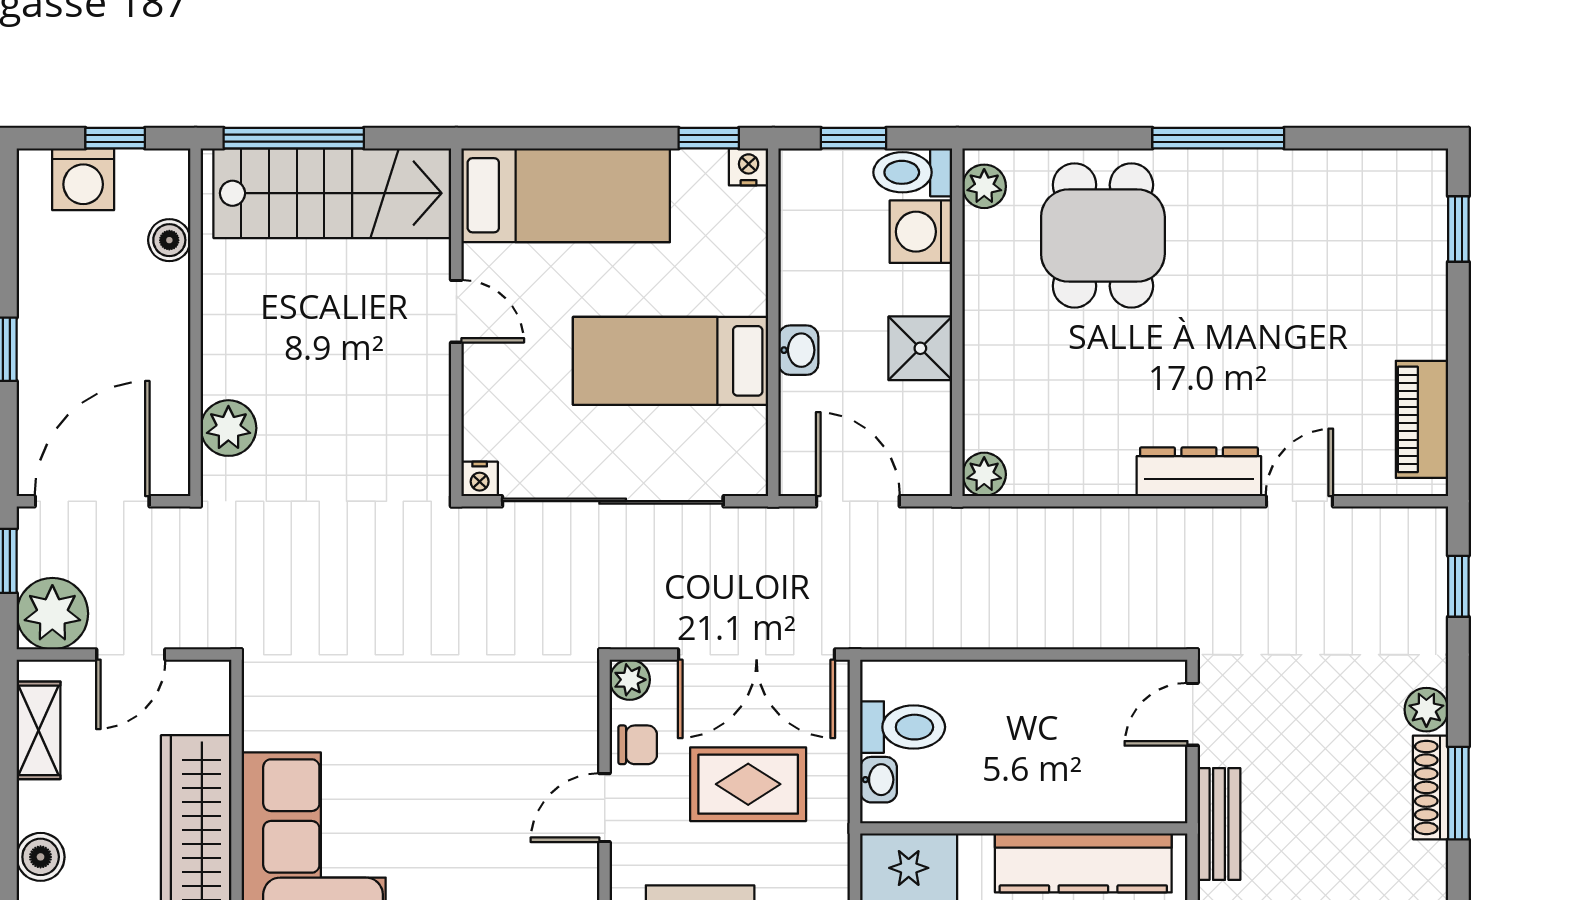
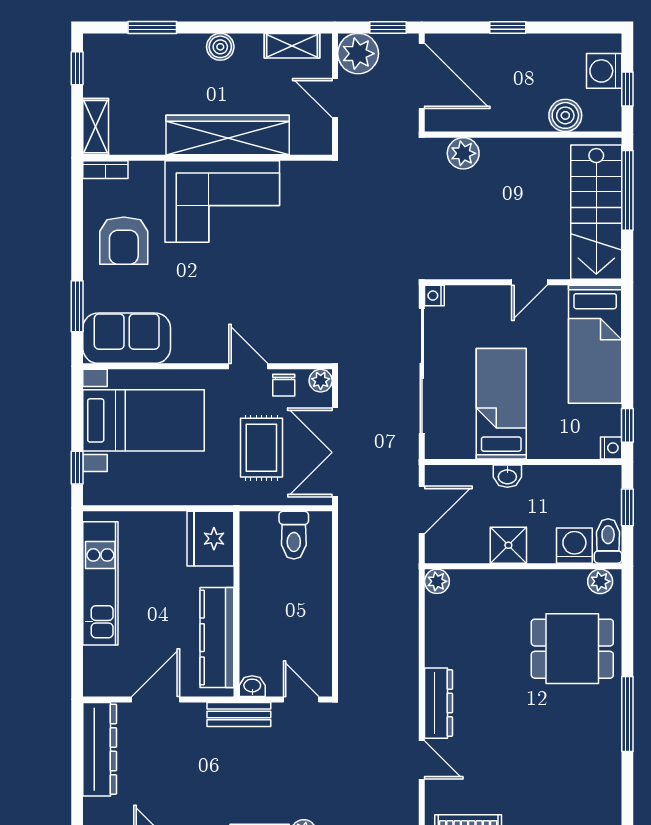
boiler: (169, 240) -> (565, 115), width x1.36, depth x1.36
washbasin: (879, 780) -> (252, 686), moved, turned 180

